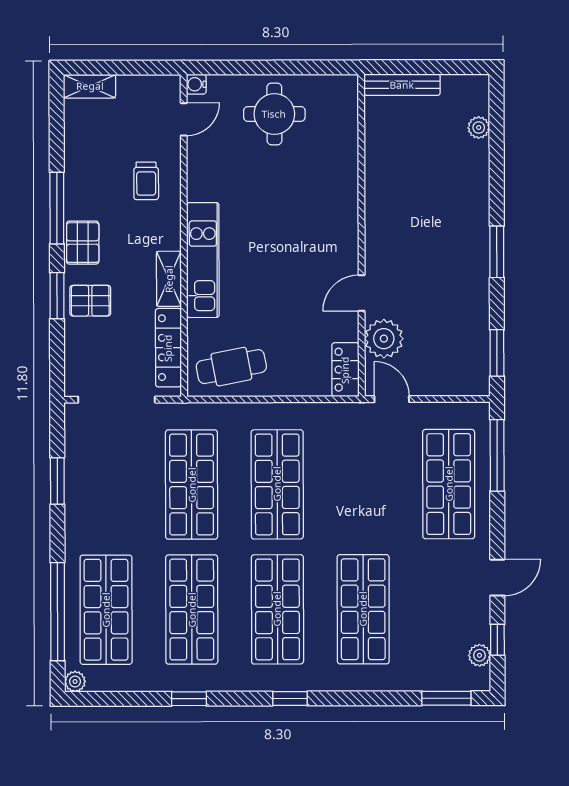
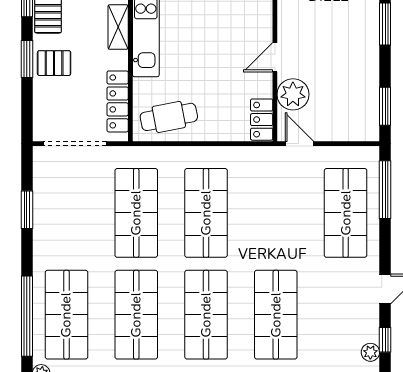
shelving: (169, 279) -> (118, 27), moved

